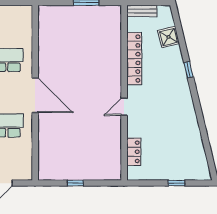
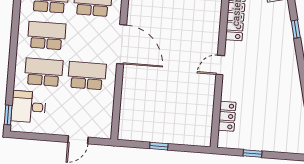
window: (176, 183) -> (253, 153), moved

